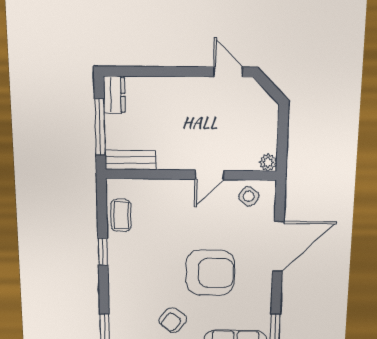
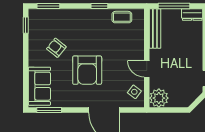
bench: (131, 160) -> (155, 28), width x1.36
plant: (268, 162) -> (159, 98), width x1.88, depth x1.88

